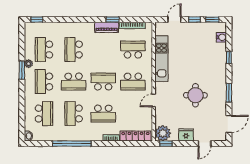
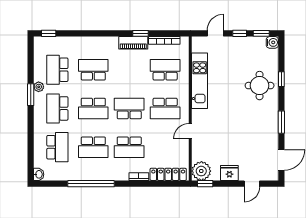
water cooler: (221, 37) -> (272, 42), moved
school desk: (74, 50) -> (93, 70), turned 90
round table: (195, 95) -> (260, 86), moved
school desk: (74, 114) -> (93, 147), turned -90

